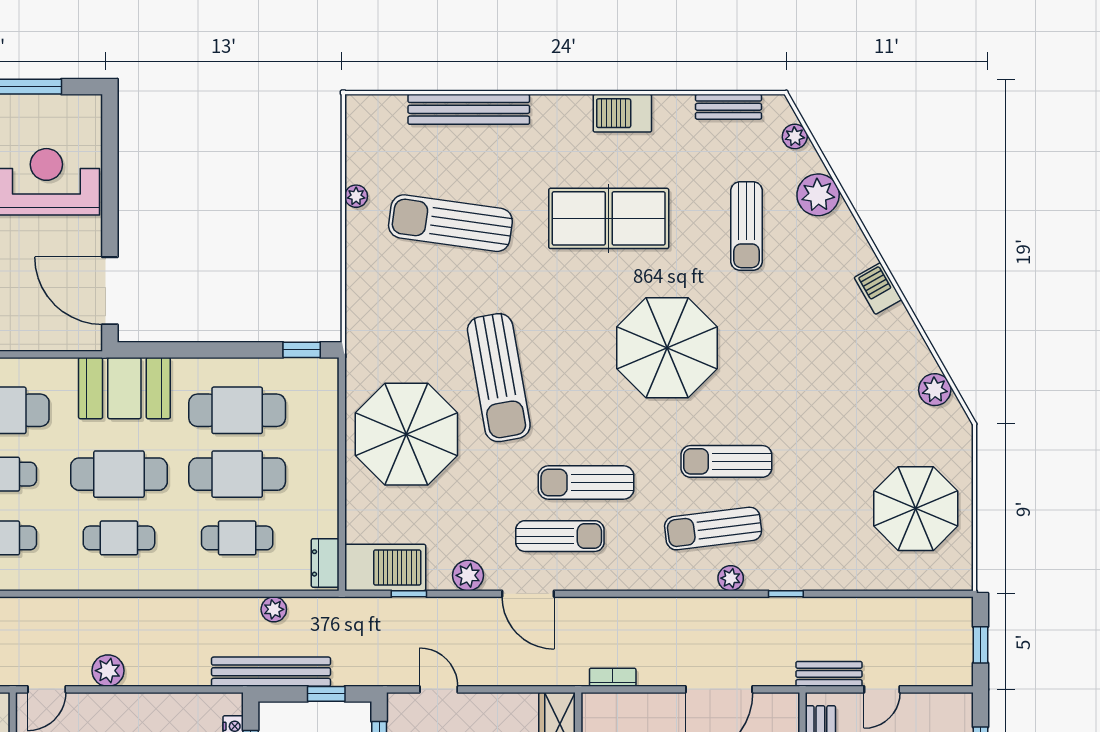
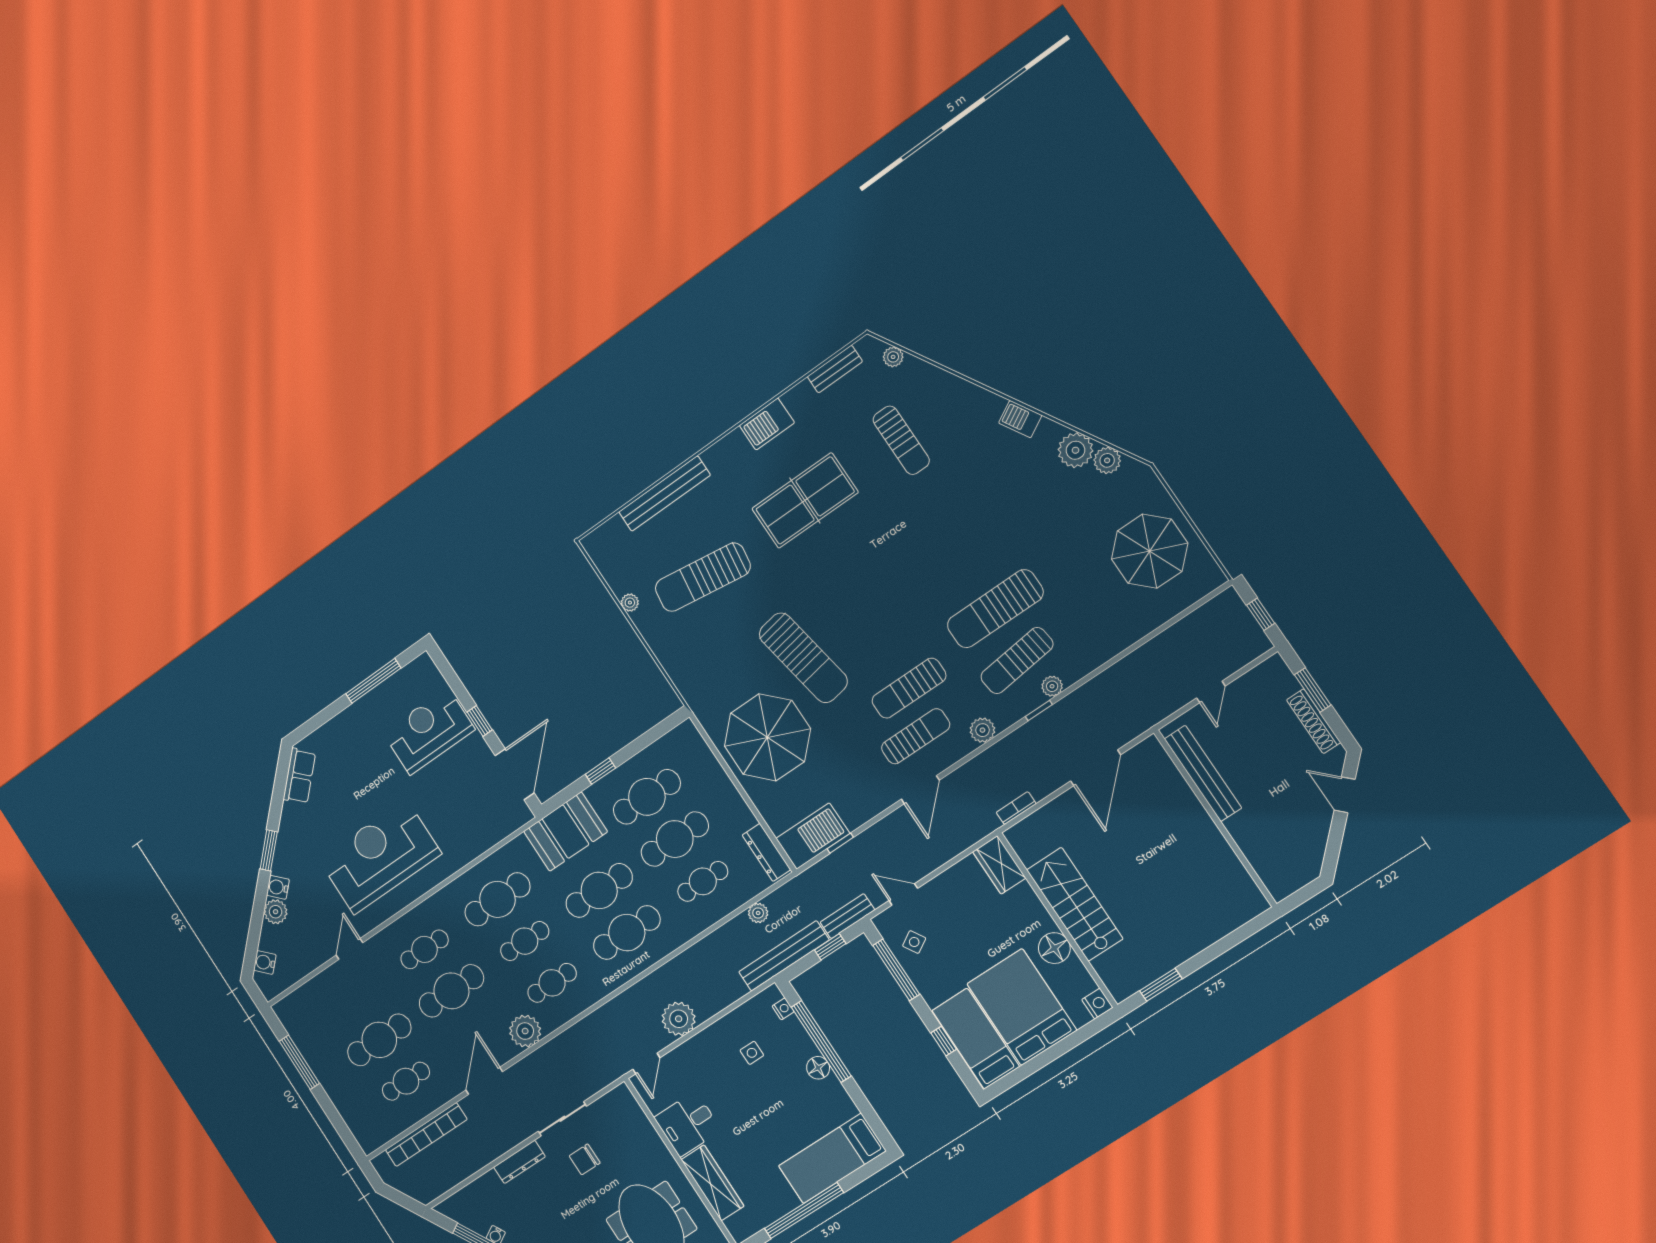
plant: (818, 195) -> (1076, 450), moved
window: (110, 209) -> (480, 721), added
door: (110, 291) -> (515, 774), swing flipped
parasol: (667, 348) -> (903, 560), removed
window: (302, 350) -> (600, 771), moved
sun lounger: (726, 461) -> (995, 609), width x1.36, depth x1.34
cafe table: (119, 538) -> (627, 933), width x1.37, depth x1.35
dresser: (325, 563) -> (766, 852), width x1.44
plant: (468, 575) -> (982, 730), moved
door: (528, 594) -> (920, 790), hinge flipped
window: (786, 594) -> (1039, 711), moved
plant: (108, 671) -> (679, 1019), width x1.36, depth x1.36
bench: (829, 674) -> (847, 916), moved

